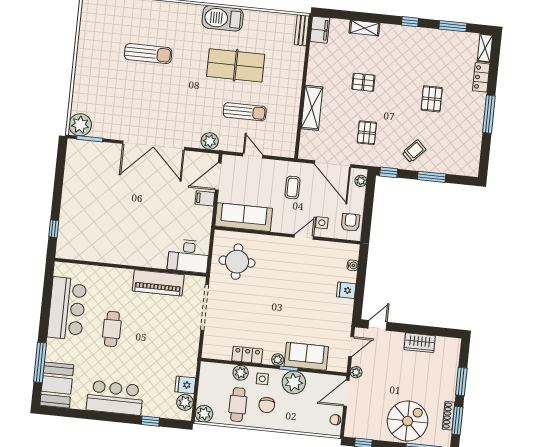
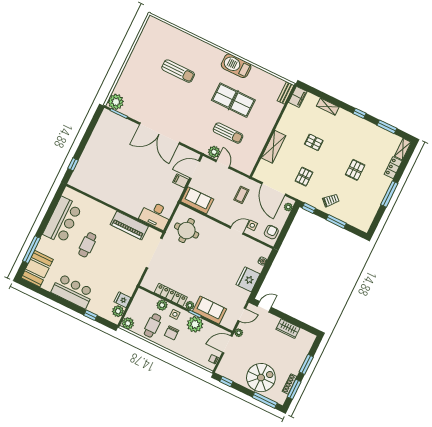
plant: (210, 141) -> (214, 152), moved
sofa: (244, 217) -> (197, 200), width x0.73
fridge: (346, 290) -> (248, 279), width x1.88, depth x1.34
locker: (247, 355) -> (171, 295), width x1.53

